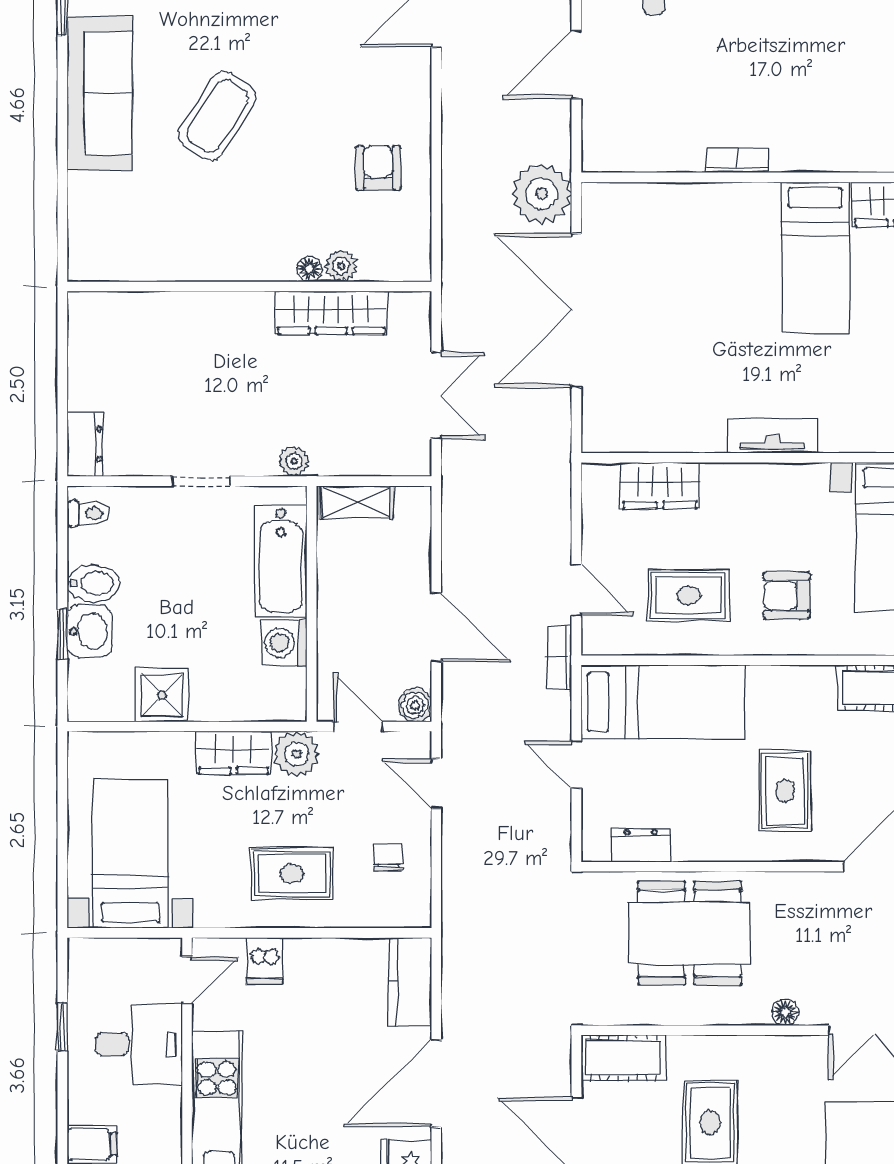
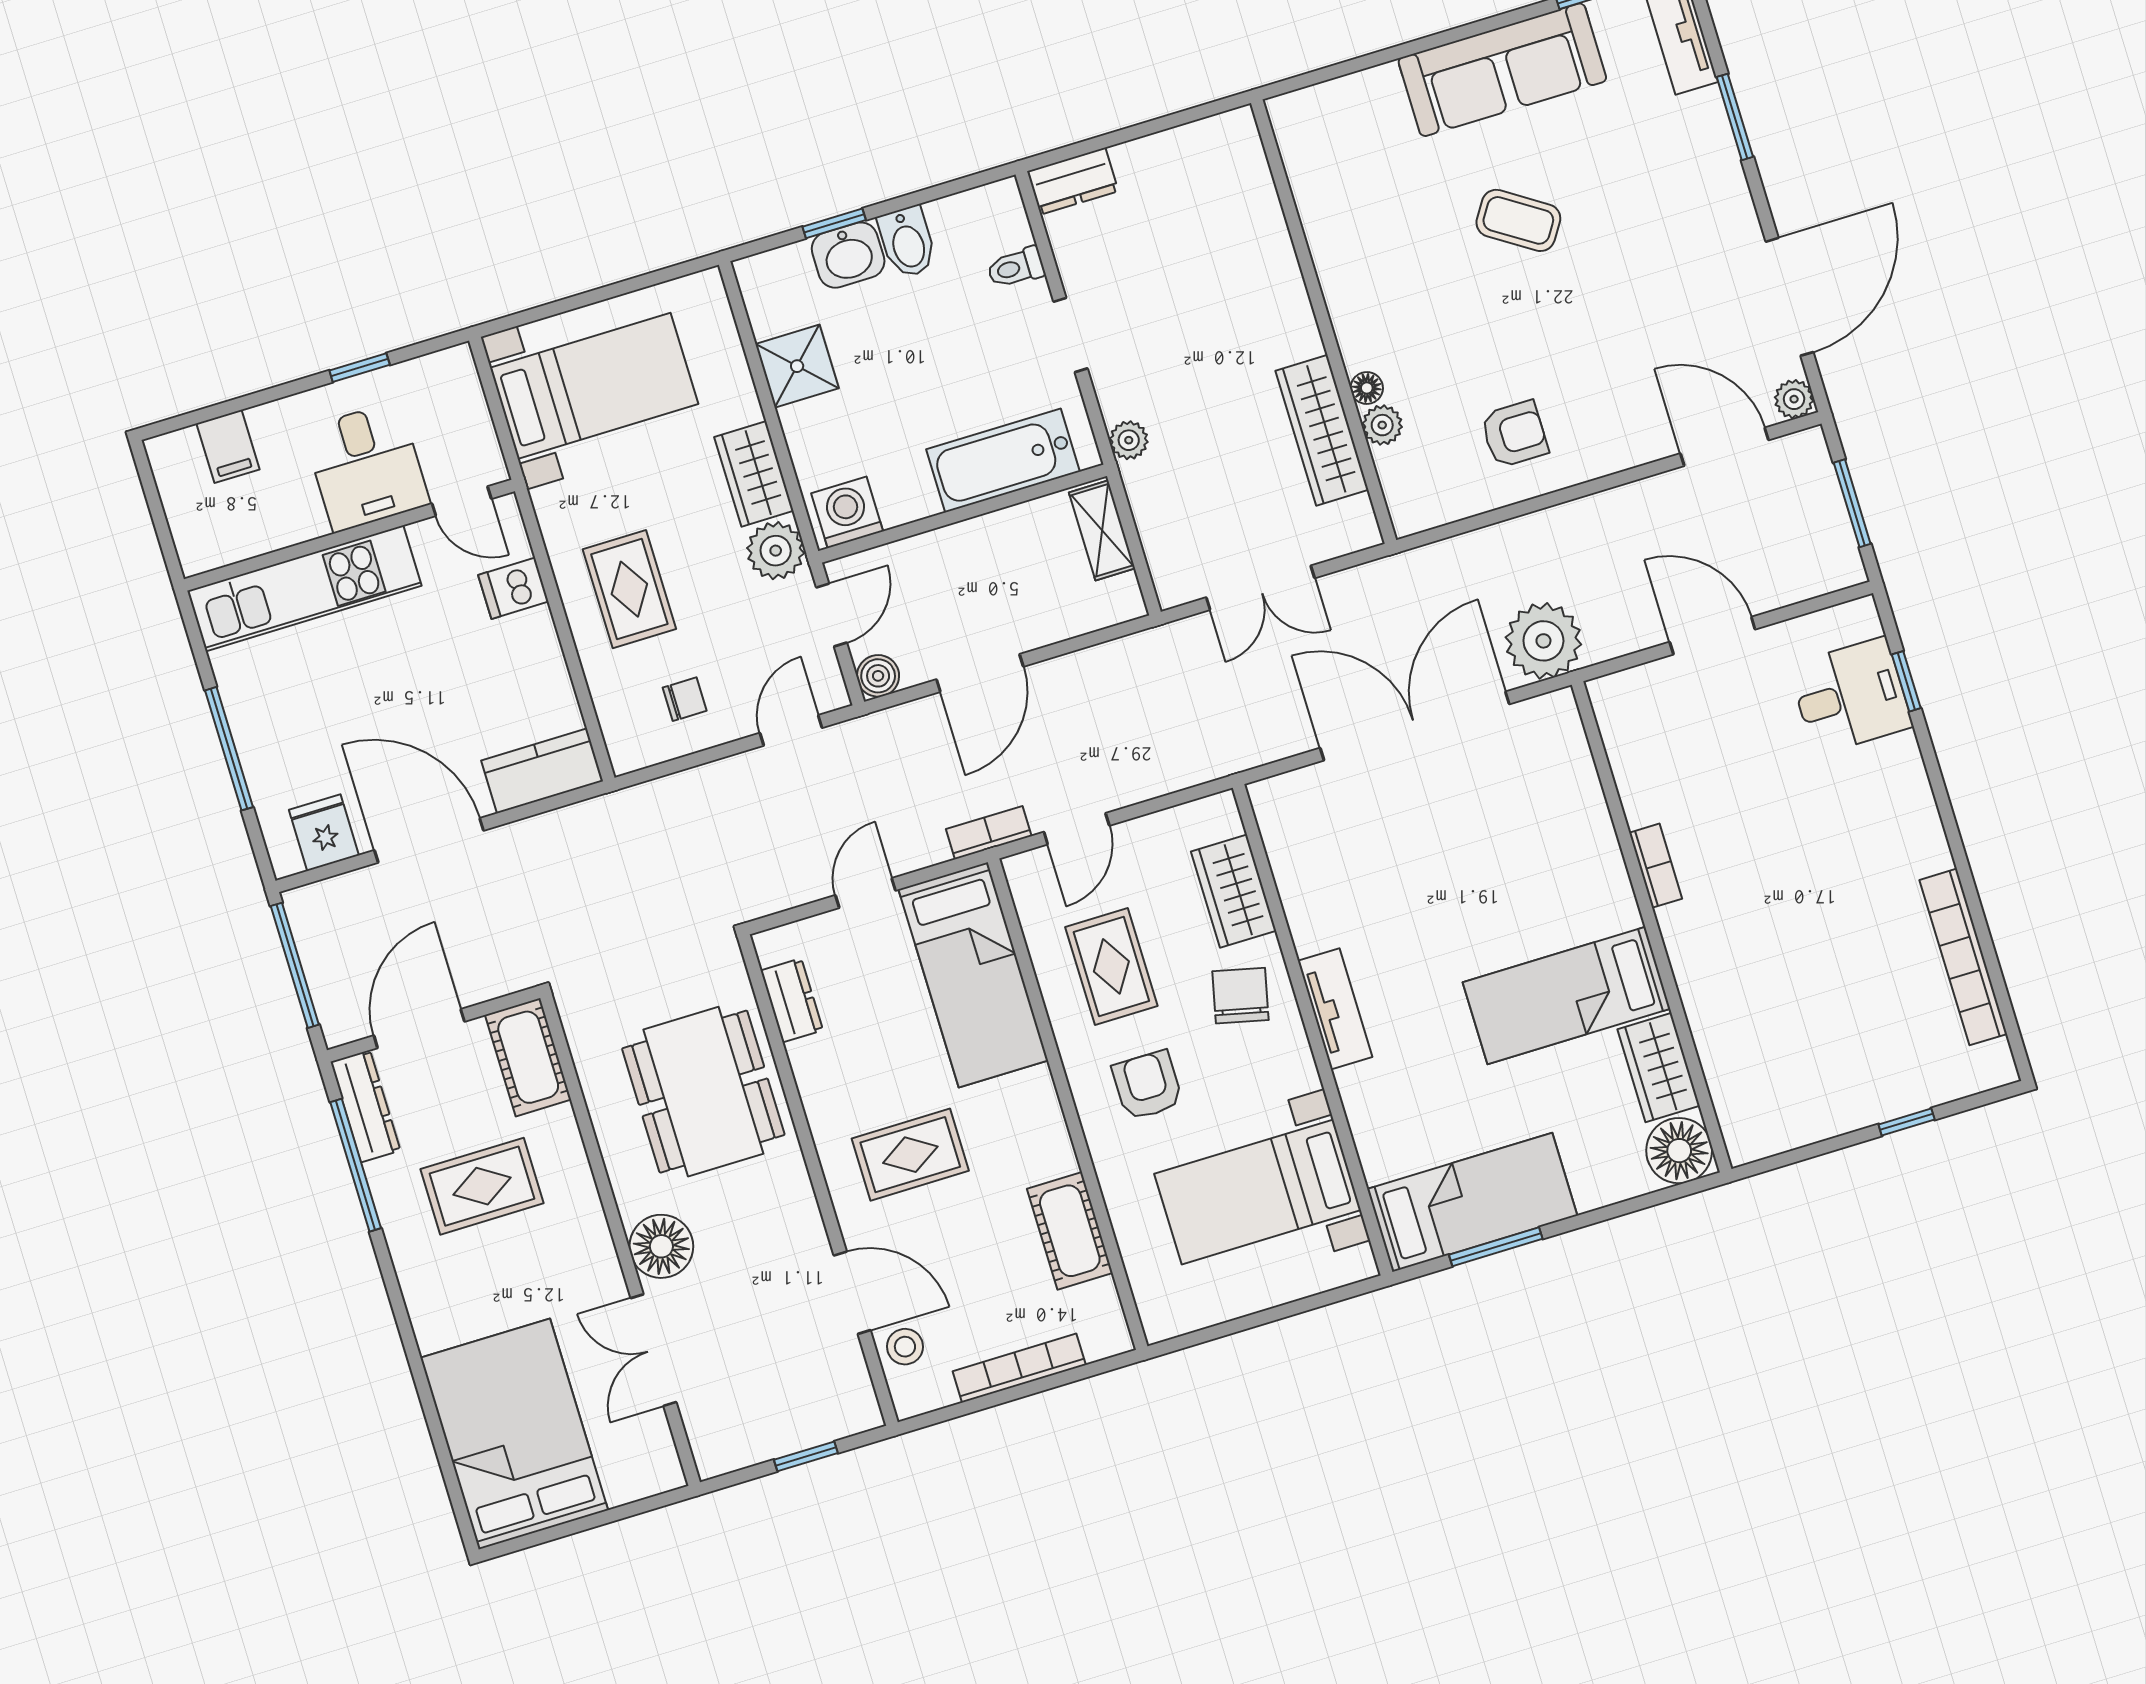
coffee table: (217, 116) -> (1518, 220), width x0.73, depth x0.77
chair: (740, 504) -> (1240, 996), added
toilet: (88, 514) -> (1016, 268), moved, turned 90
washing machine: (284, 643) -> (847, 512), moved
floor lamp: (785, 1012) -> (661, 1246), width x1.89, depth x1.89

